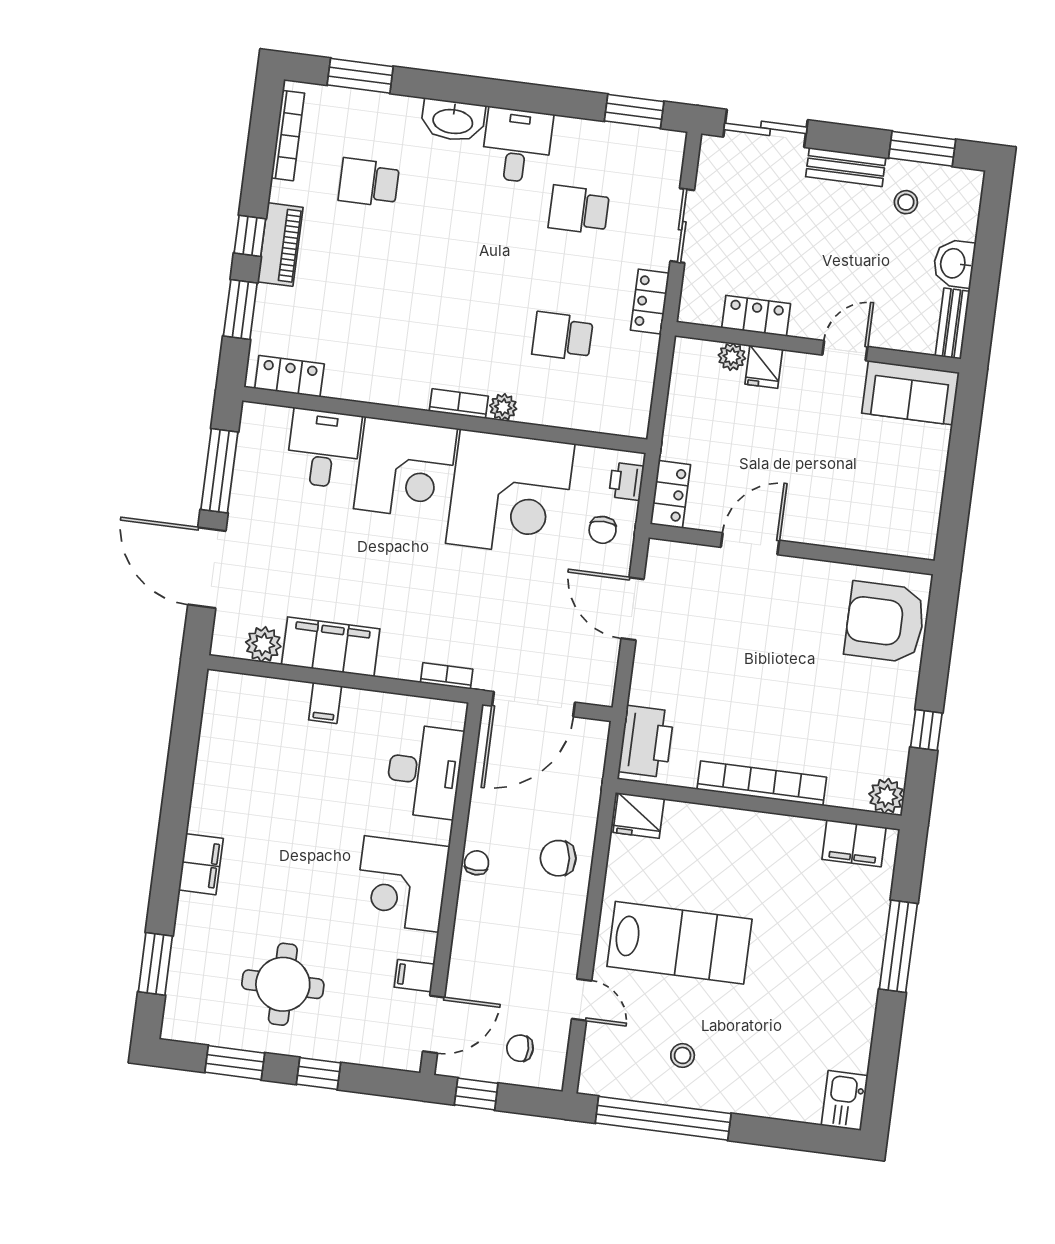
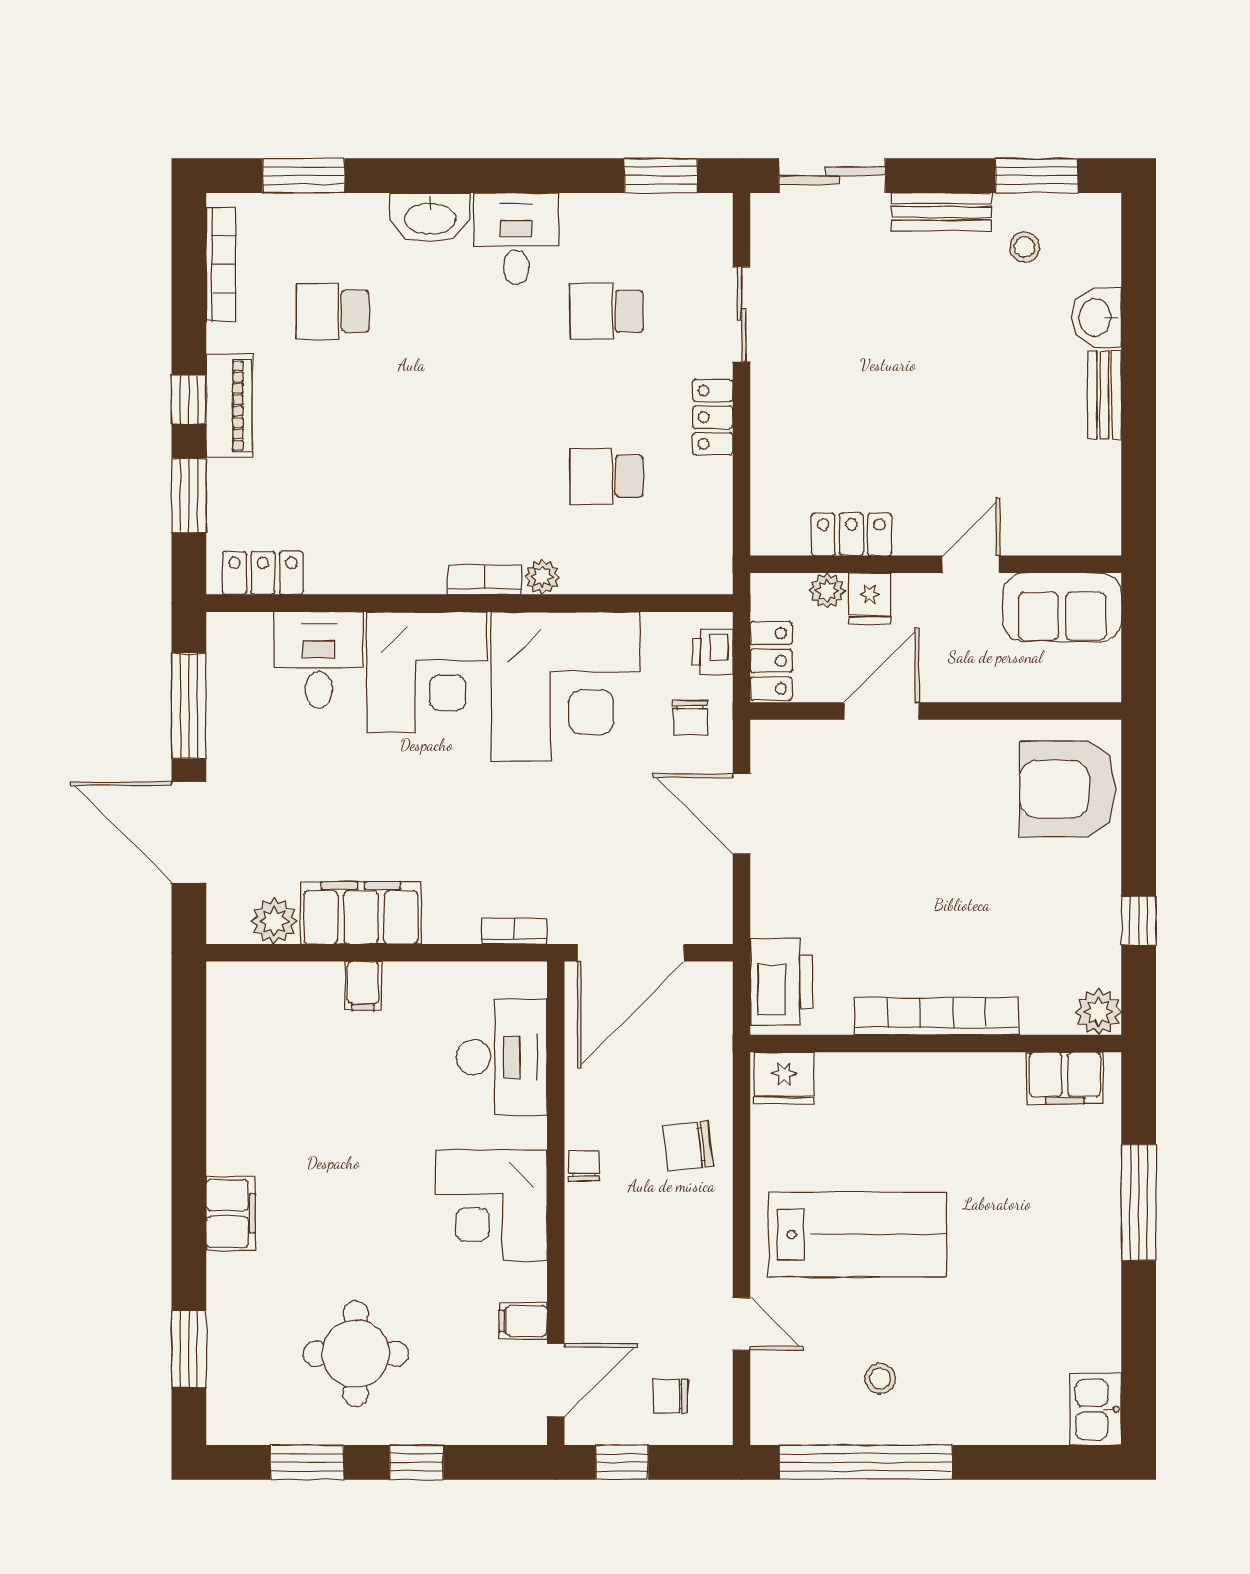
locker: (756, 316) -> (851, 534), moved
wall: (818, 347) -> (936, 564), moved
door: (845, 351) -> (971, 564), moved
plant: (732, 357) -> (827, 591), moved
fridge: (764, 367) -> (870, 598), moved
sofa: (910, 393) -> (1062, 607), moved

